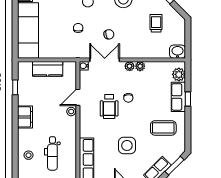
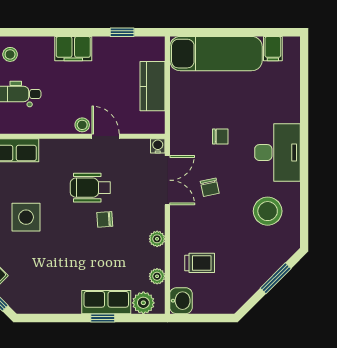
trolley: (156, 23) -> (200, 263), moved
plant: (130, 66) -> (157, 276), moved
coffee table: (163, 128) -> (55, 277), removed

